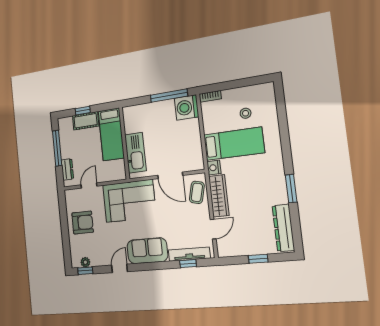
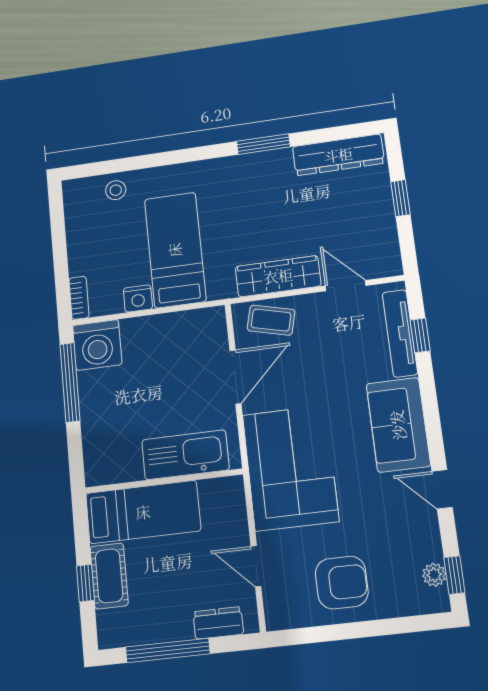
stool: (246, 113) -> (116, 190), moved
nightstand: (214, 168) -> (138, 299), moved
armchair: (83, 223) -> (342, 583), turned 90

